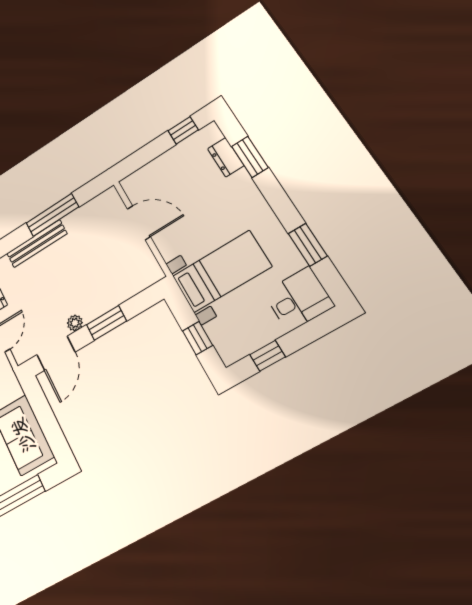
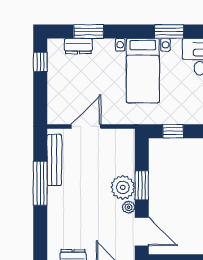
bench: (37, 244) -> (54, 160), moved
bed with nightstands: (222, 271) -> (143, 71), moved, turned 180
plant: (93, 304) -> (123, 187), added
window: (198, 338) -> (173, 131), moved

